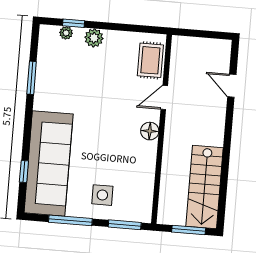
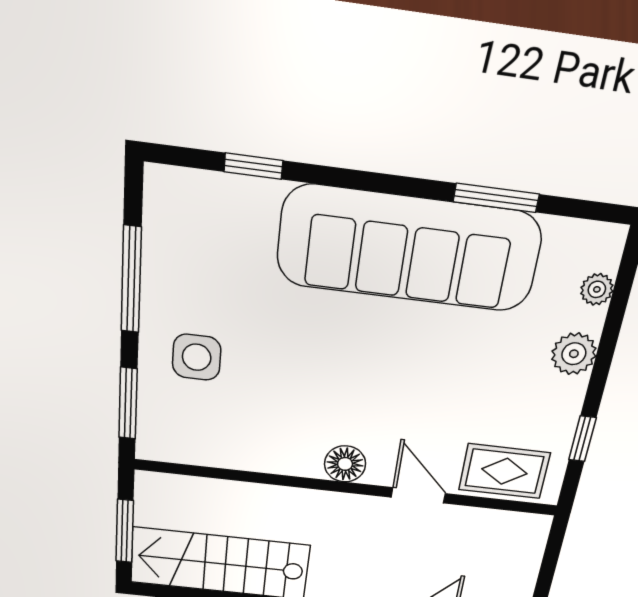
window: (74, 23) -> (582, 439), moved
sofa: (49, 163) -> (409, 249), moved

